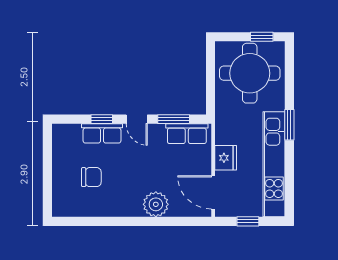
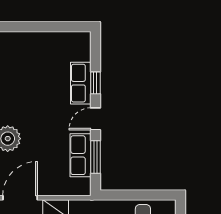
row of seats: (187, 134) -> (80, 155), moved
chair: (91, 177) -> (36, 72), removed

